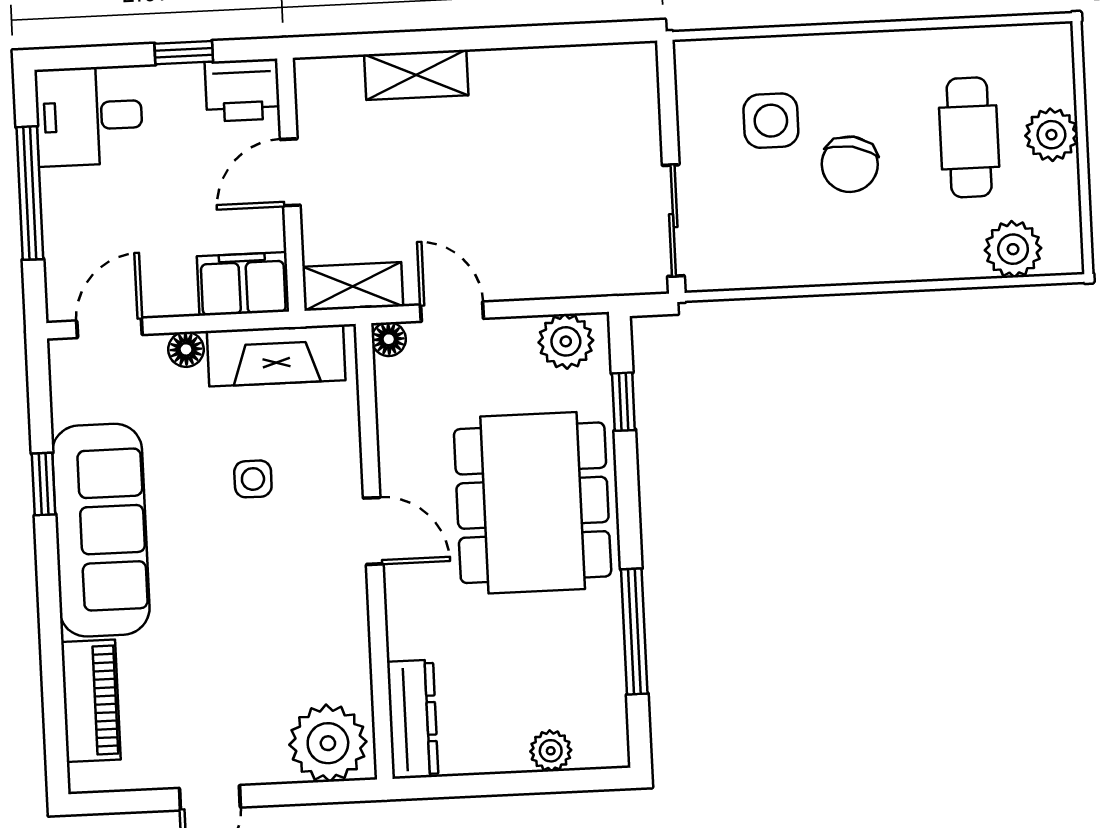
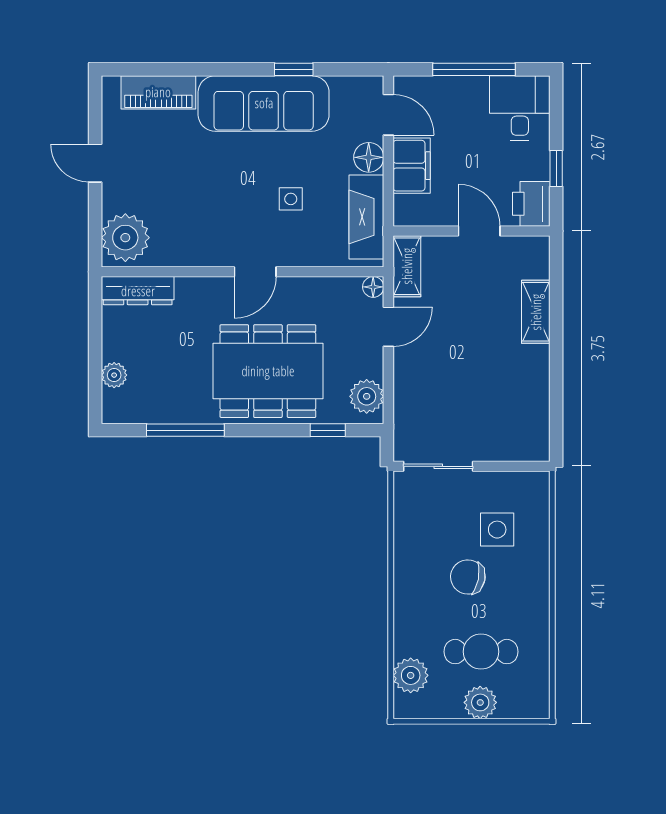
filing cabinet: (243, 284) -> (412, 166), moved
floor lamp: (186, 349) -> (369, 157), width x1.37, depth x1.37

